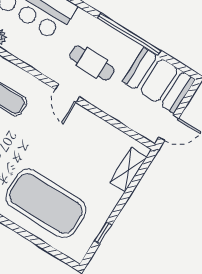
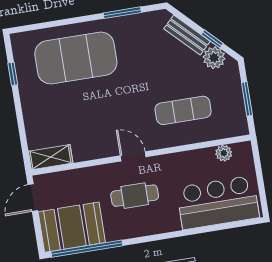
window: (129, 34) -> (87, 249), moved
shelving: (128, 170) -> (51, 157), moved, turned 90

